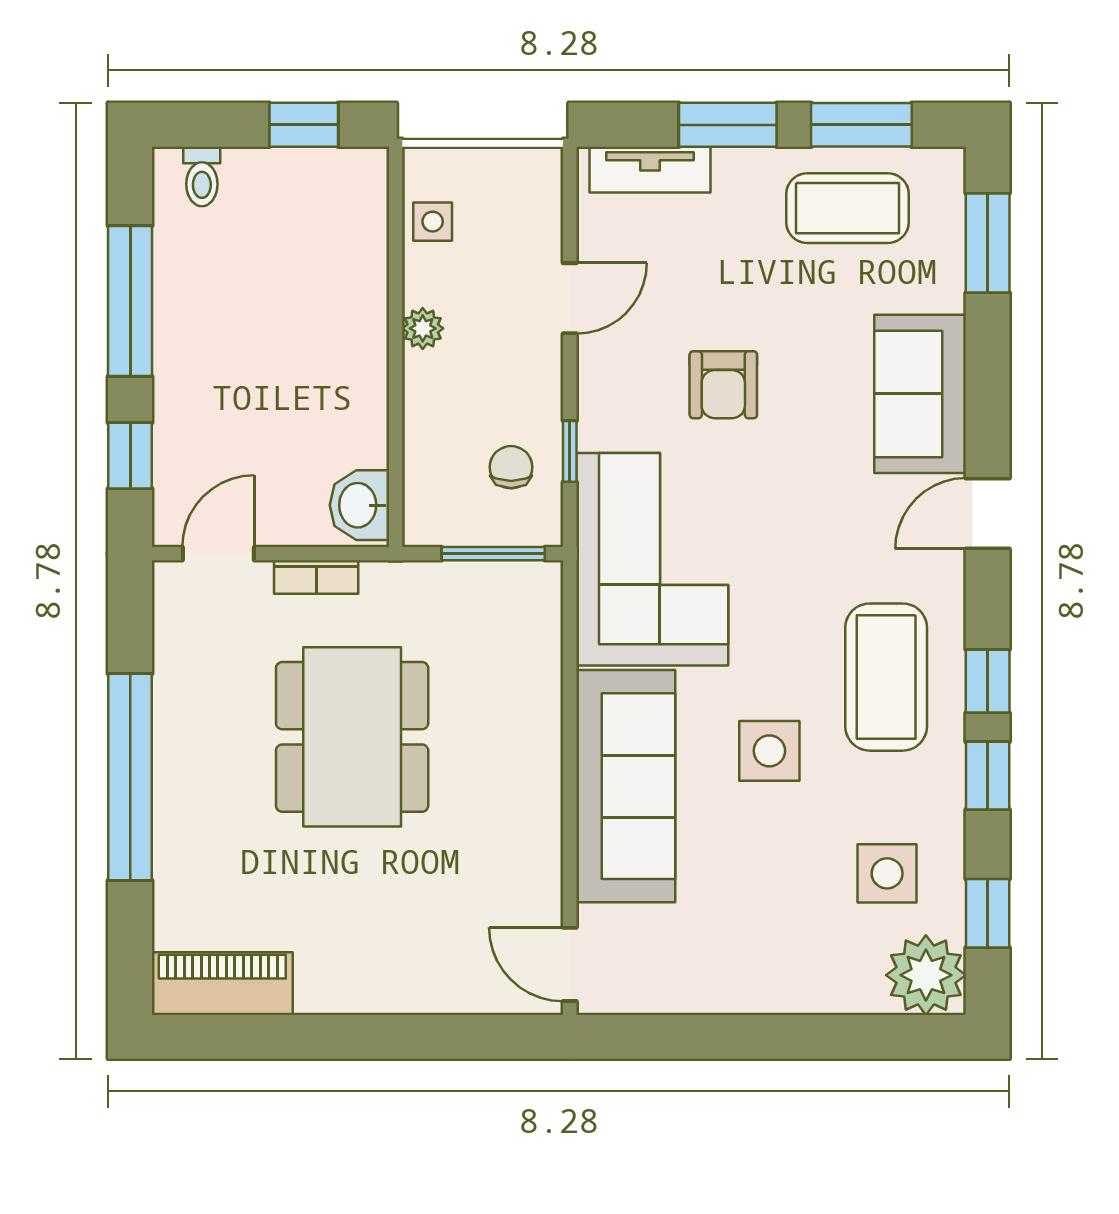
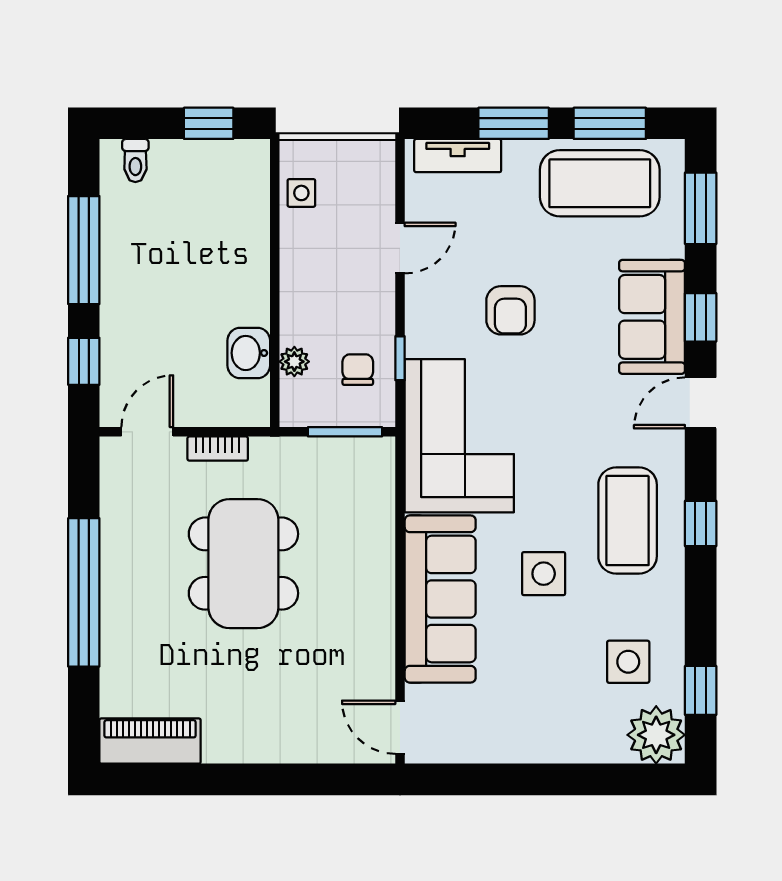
coffee table: (847, 208) -> (600, 183), width x1.36, depth x1.32
plant: (423, 328) -> (294, 362), moved
washbasin: (359, 505) -> (249, 353), moved
window: (988, 776) -> (701, 317), moved

